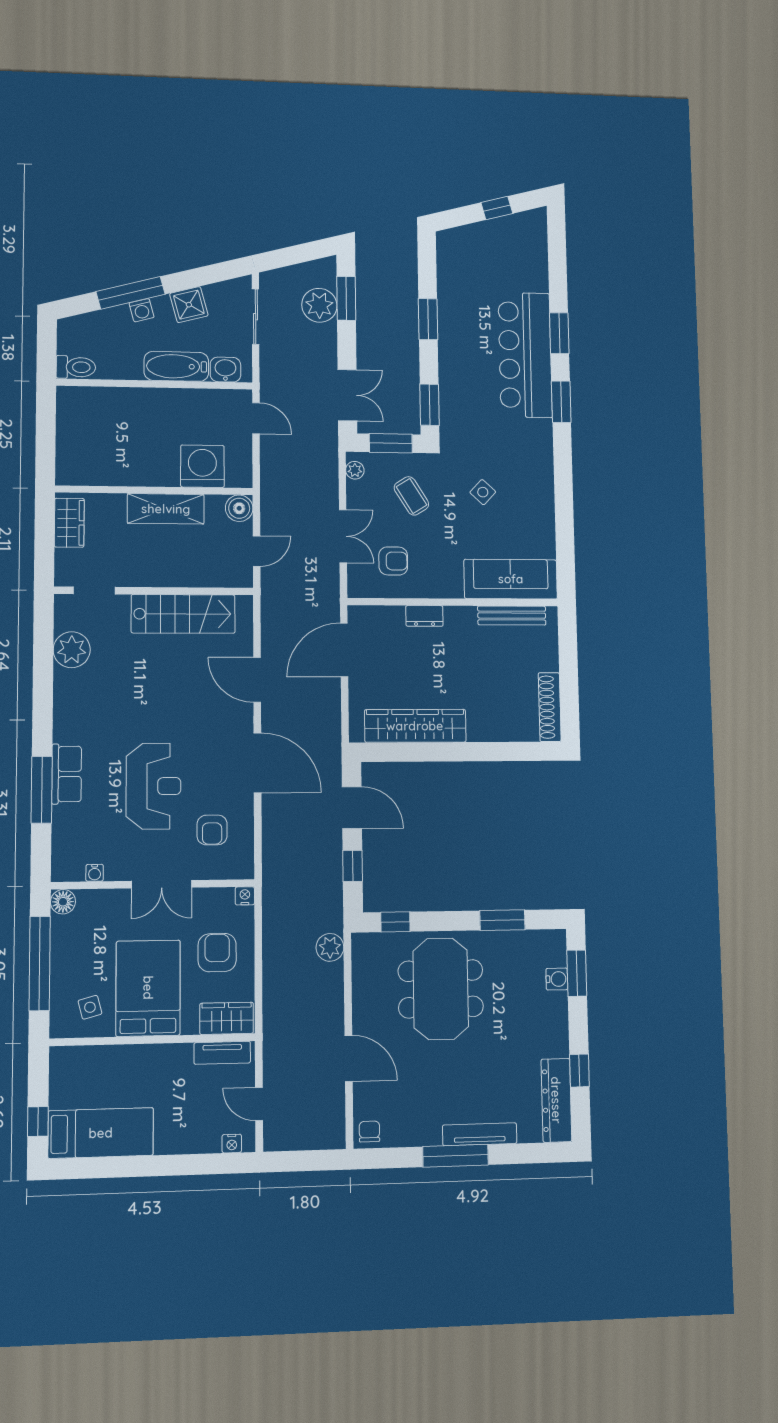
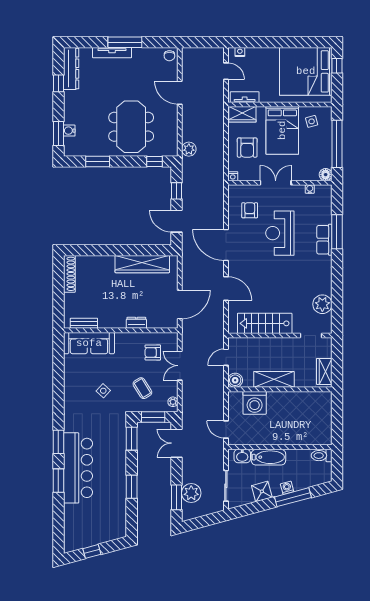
bench: (512, 616) -> (84, 323), width x0.73
bed: (101, 1133) -> (306, 71), width x2.04

